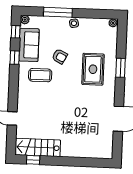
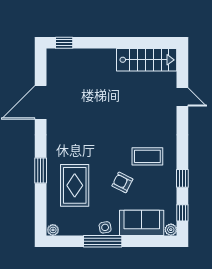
window: (58, 12) -> (103, 241), moved
sofa: (29, 45) -> (142, 223), moved, turned 90
rug: (93, 69) -> (75, 185), moved
window: (33, 160) -> (64, 43), moved

